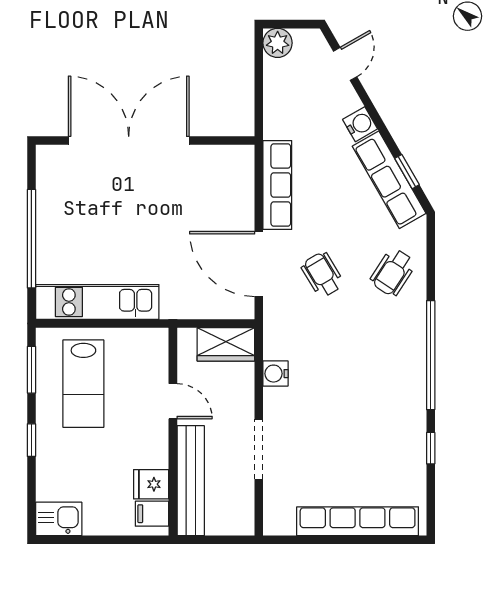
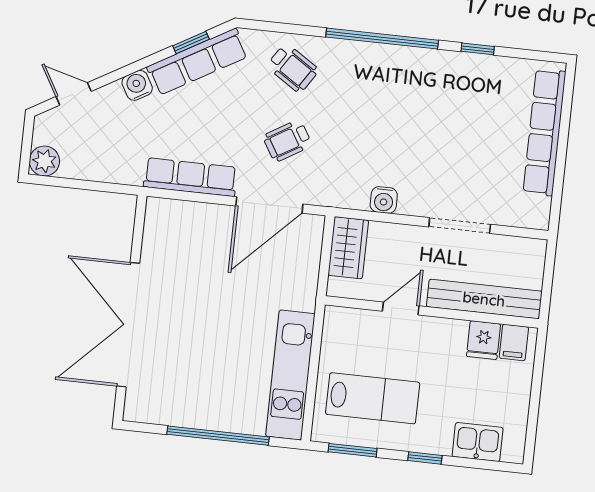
kitchen sink: (59, 519) -> (478, 442), moved, turned 90

